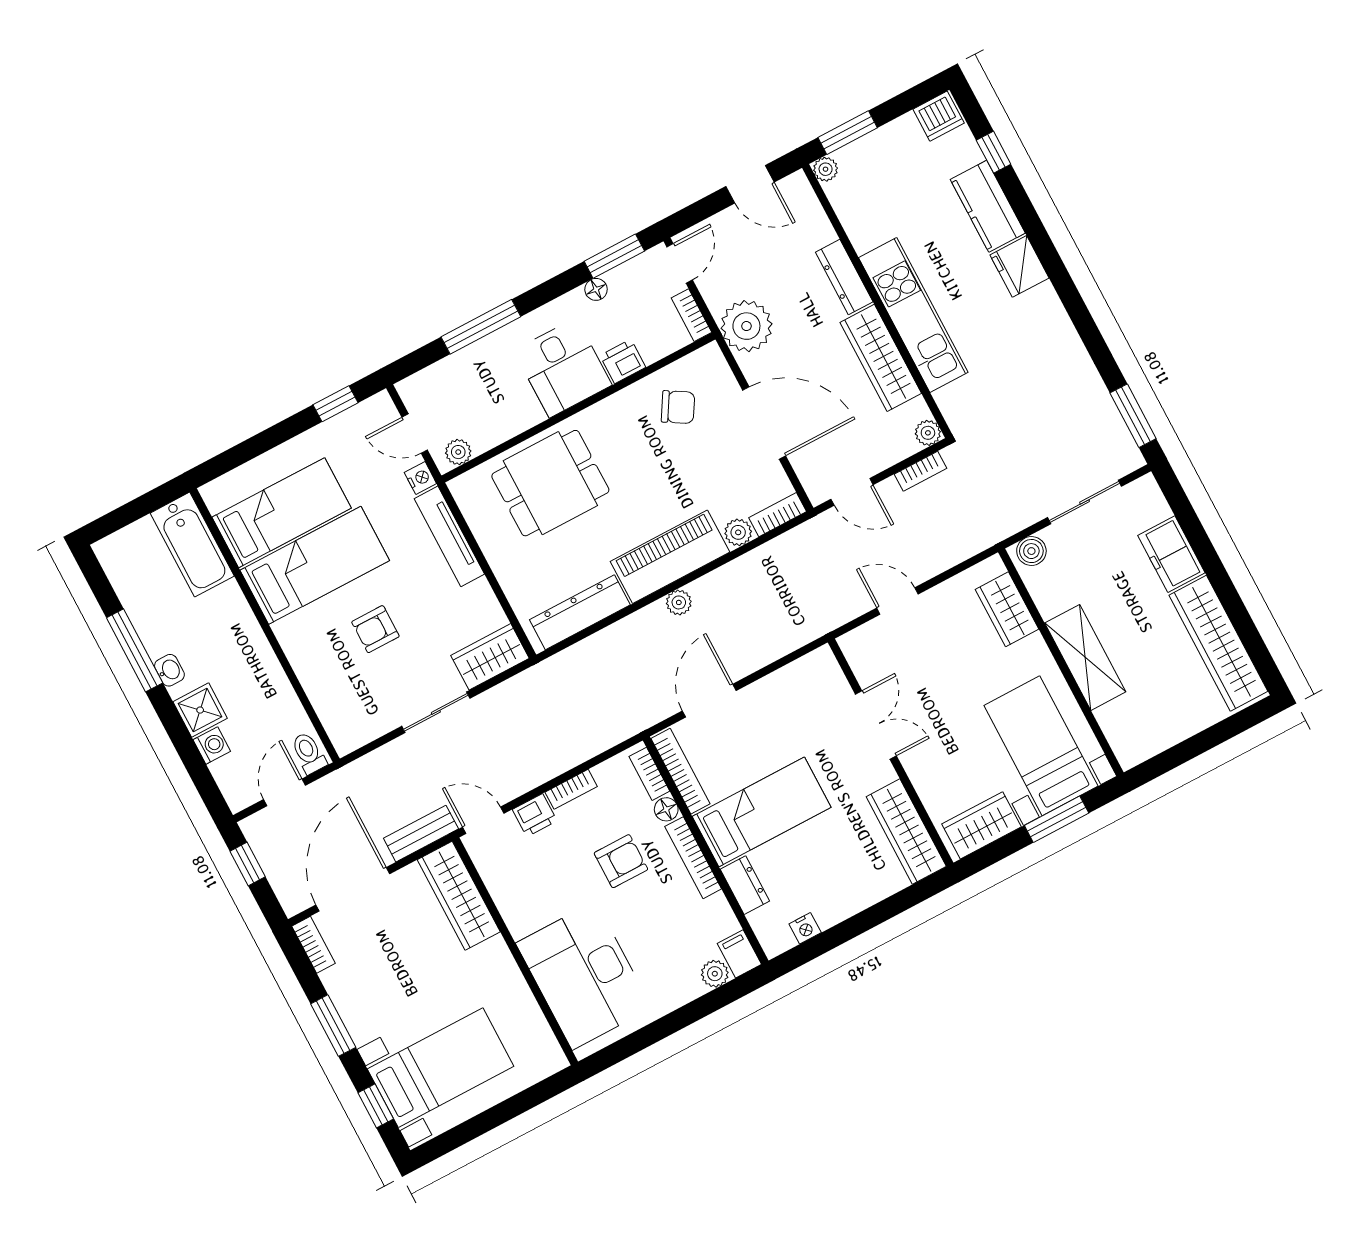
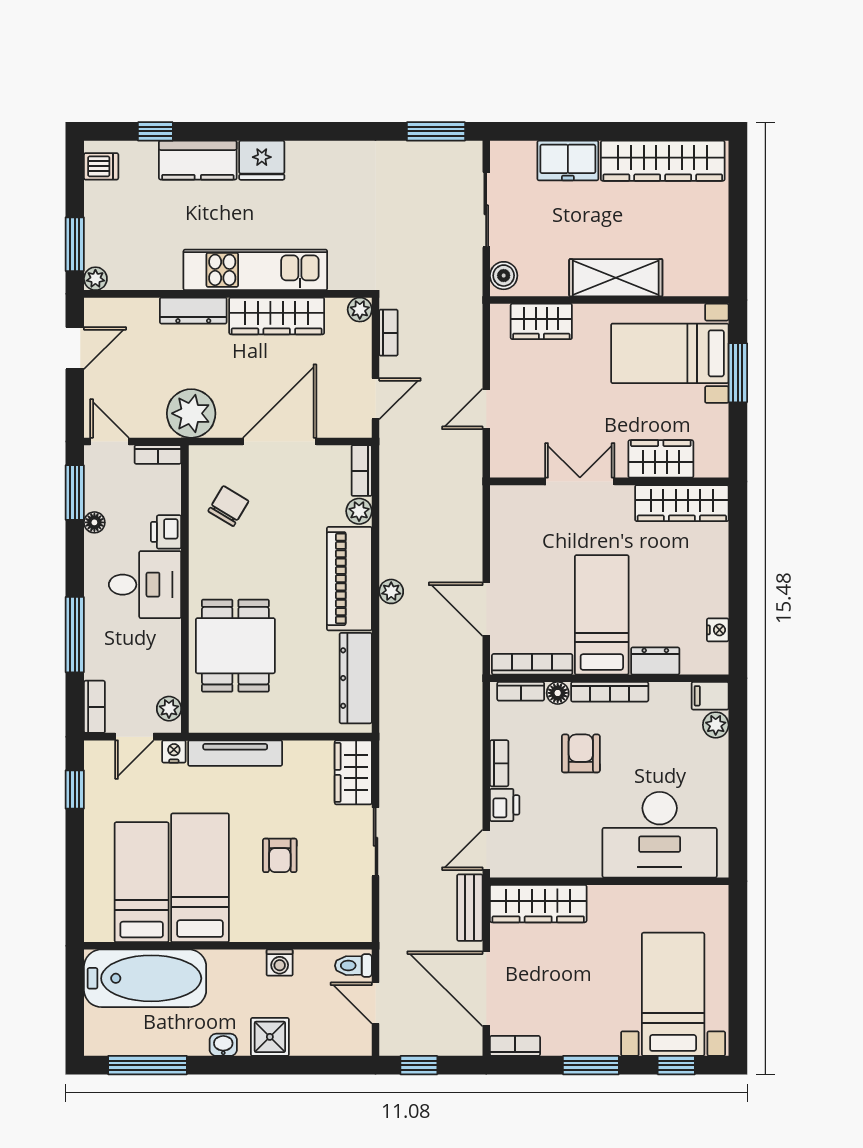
dishwasher: (939, 116) -> (101, 166), width x0.73
bookcase: (423, 381) -> (94, 707), added
bathtub: (192, 545) -> (145, 978), width x1.36, depth x1.36
window: (135, 650) -> (148, 1065), moved
washing machine: (212, 745) -> (280, 963), moved, turned 180
wardrobe: (981, 825) -> (661, 459), moved, turned 90

